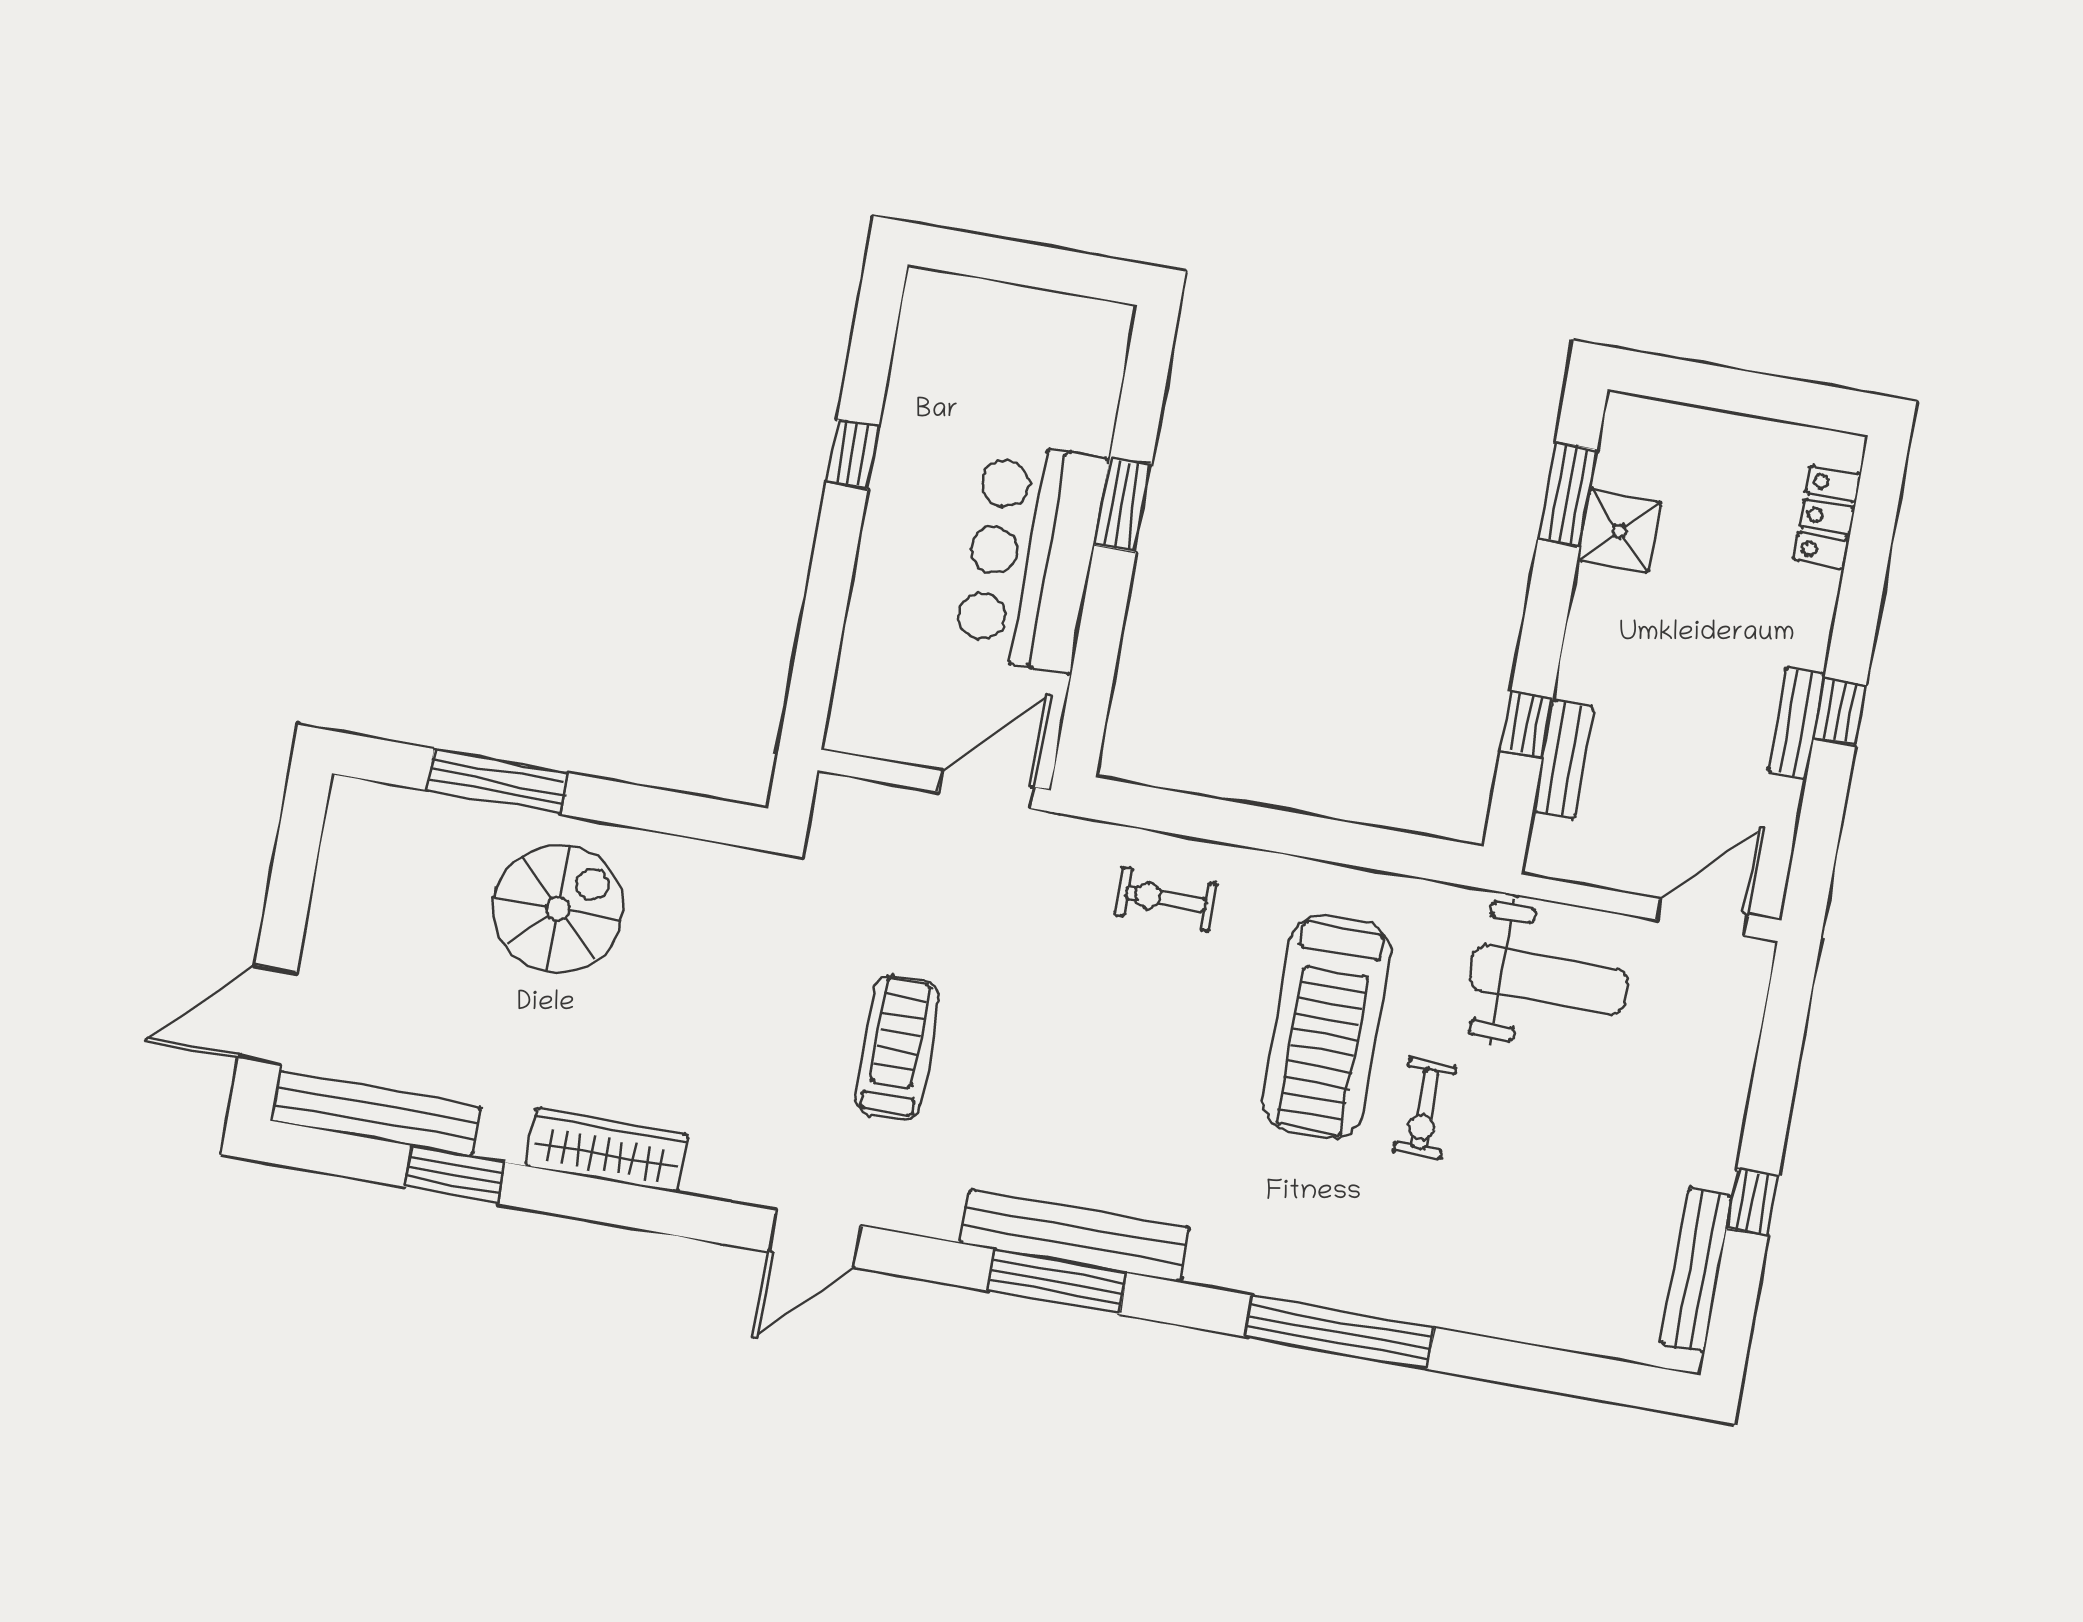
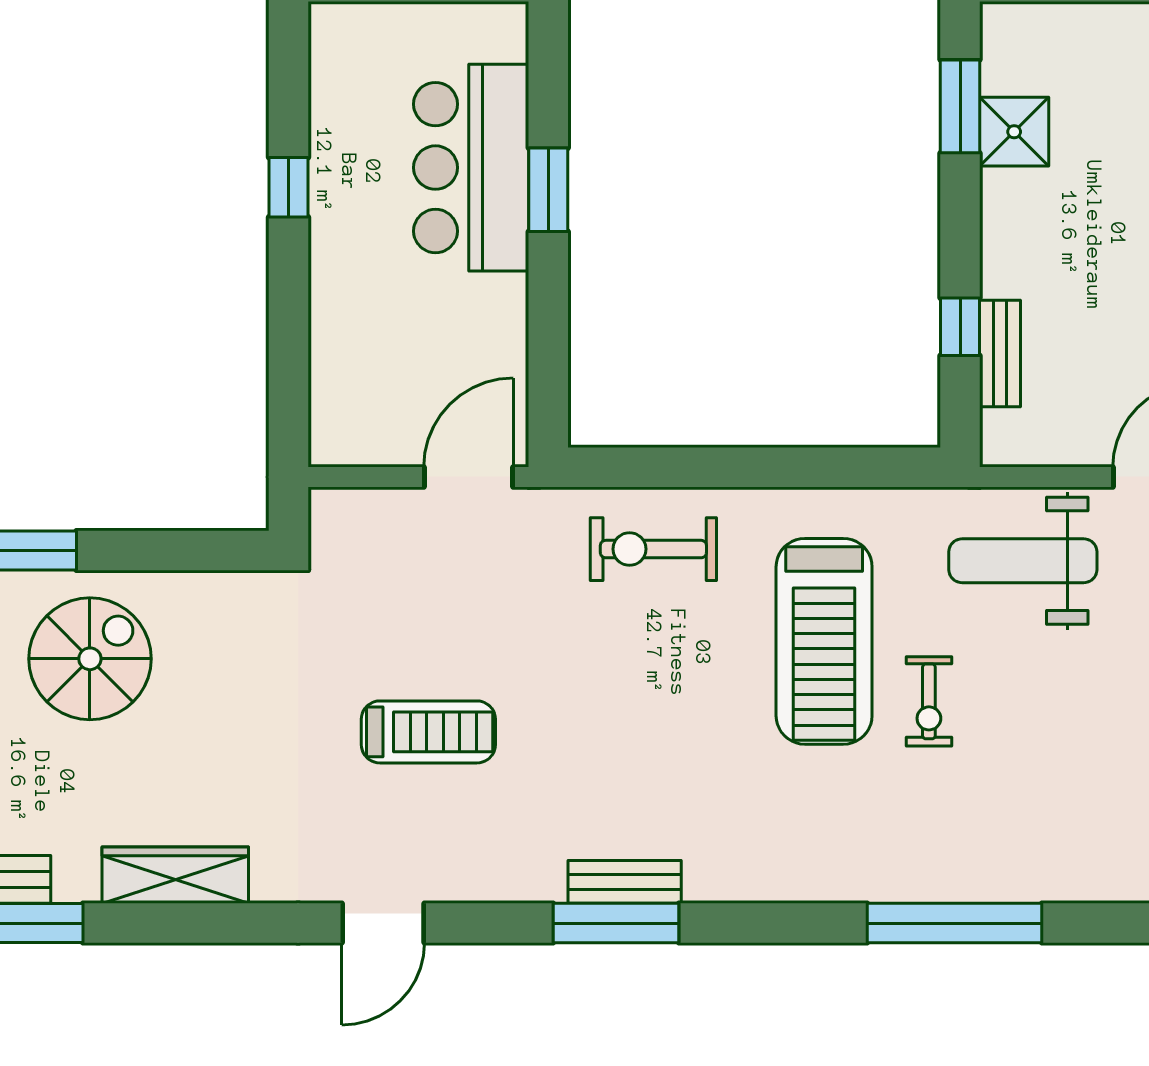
bar counter: (1031, 556) -> (471, 168), moved
exercise bike: (1166, 899) -> (653, 549), width x1.38, depth x1.39
weight bench: (1549, 980) -> (1023, 561), turned 180
treadmill: (897, 1048) -> (428, 732), turned 90
bench: (1075, 1236) -> (625, 882), width x0.54, depth x0.82
window: (1339, 1332) -> (955, 923), moved

